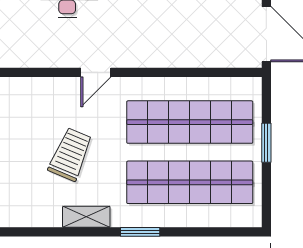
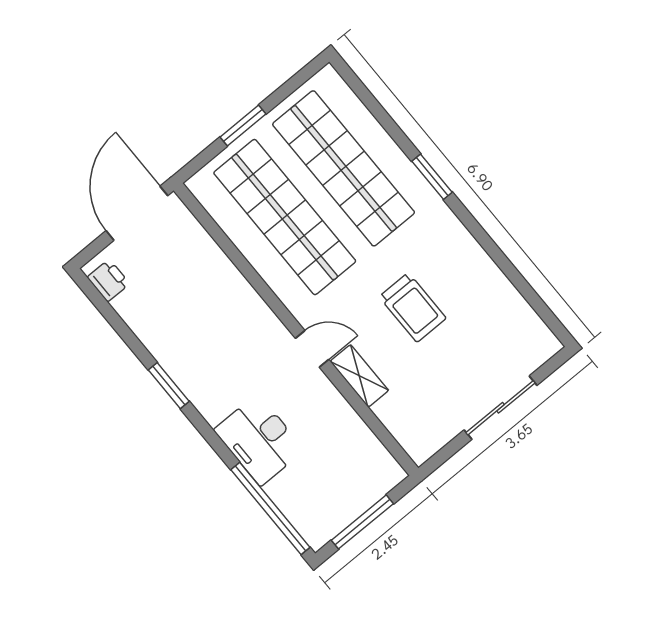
trolley: (70, 154) -> (413, 307), turned -113
shelving: (86, 217) -> (359, 376), moved

